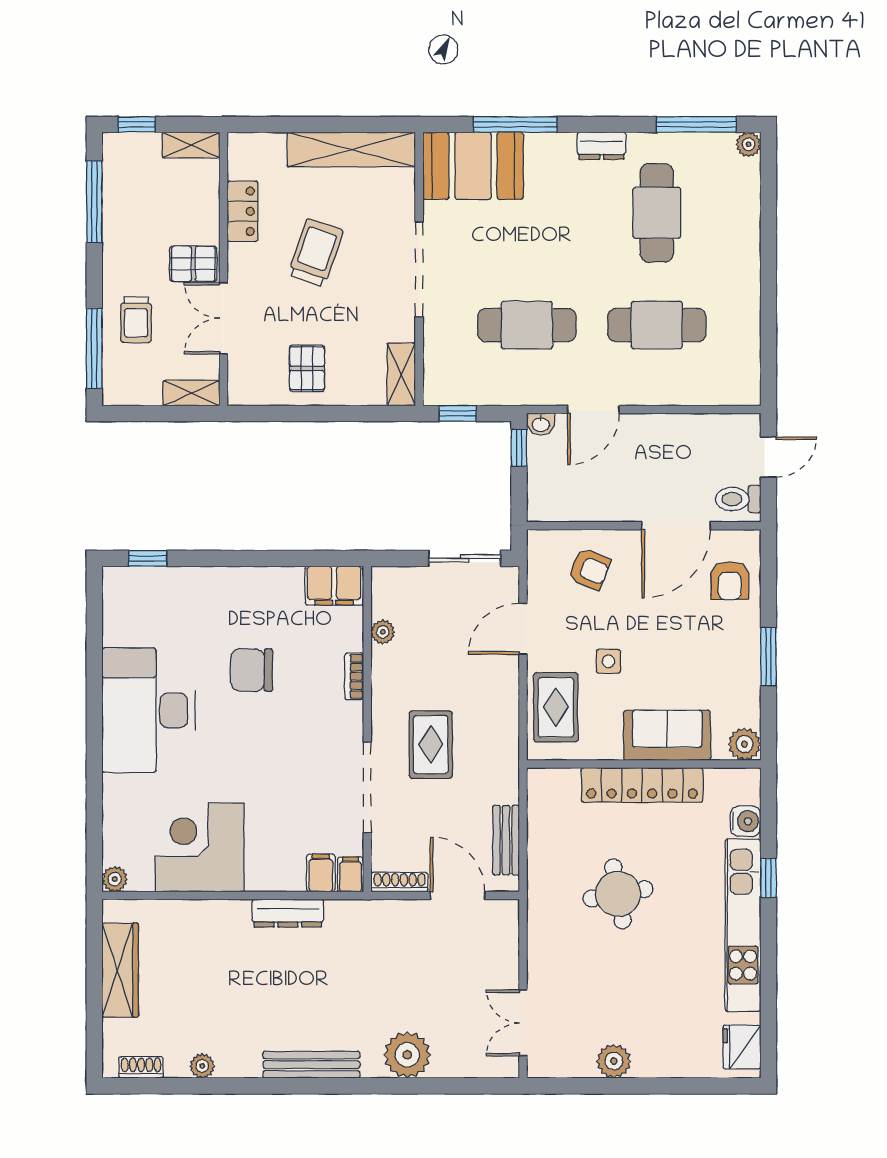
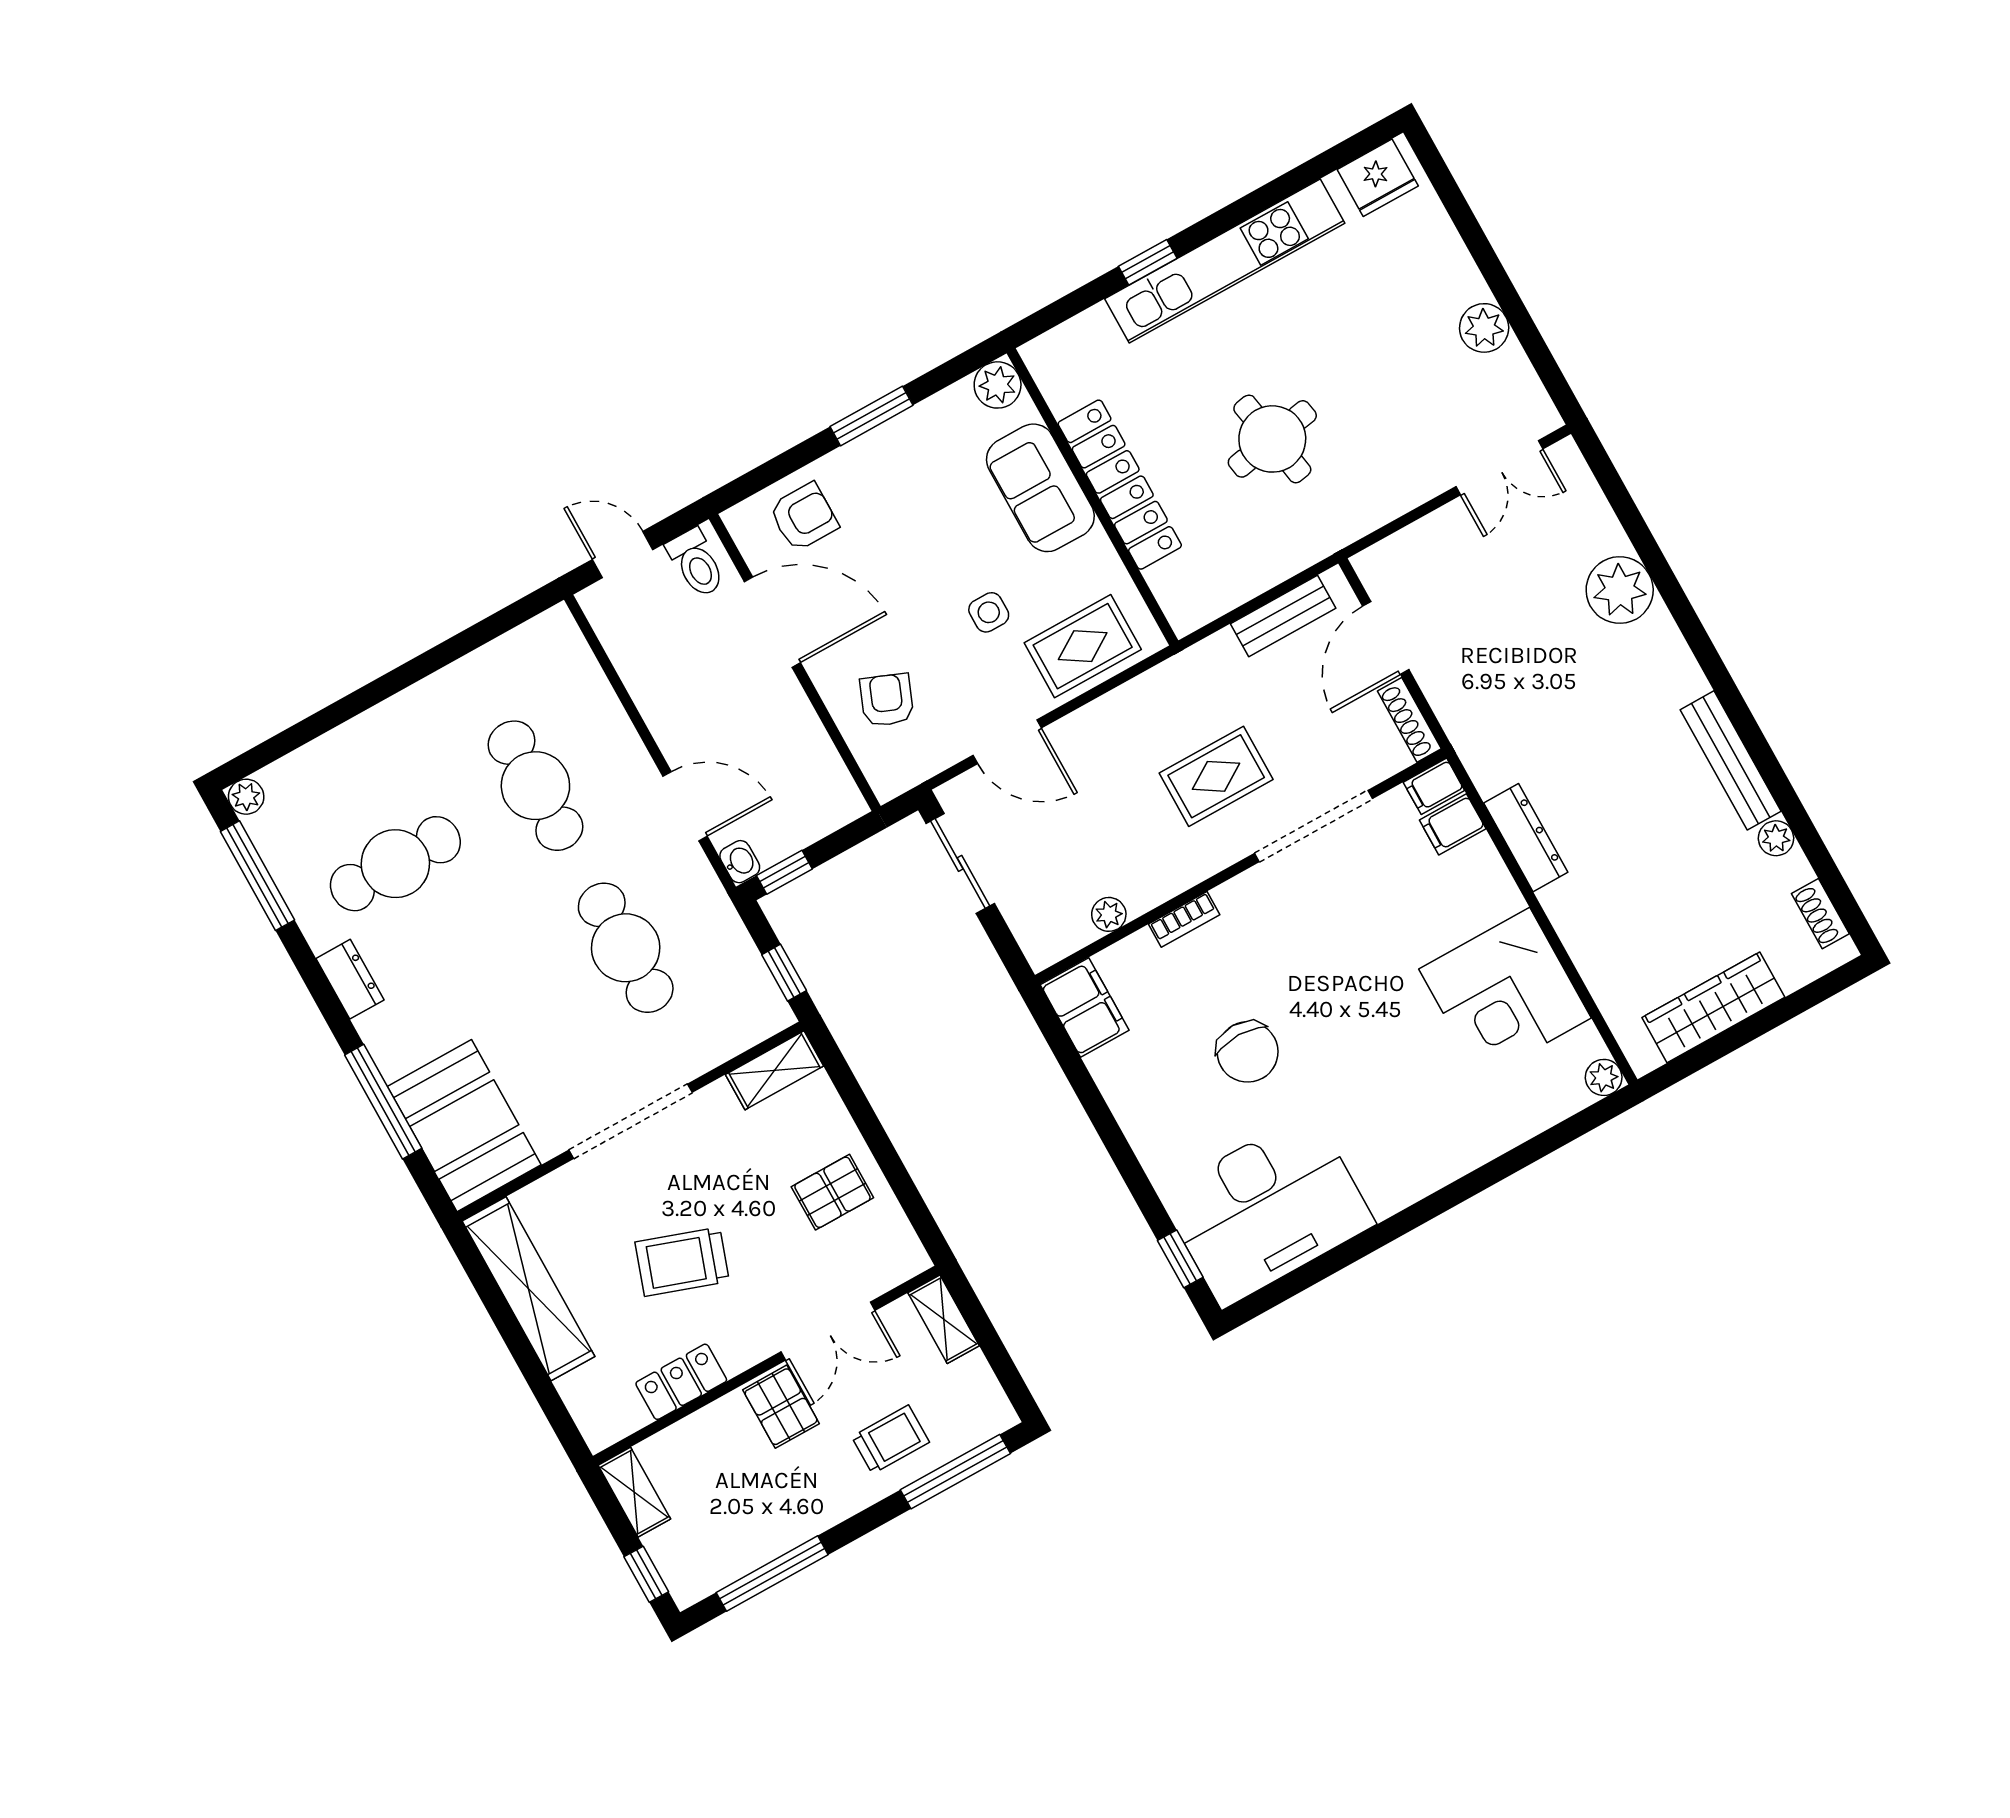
desk: (149, 710) -> (1267, 1209), moved
water cooler: (745, 821) -> (1093, 330), removed
bench: (311, 1065) -> (1731, 760), moved

